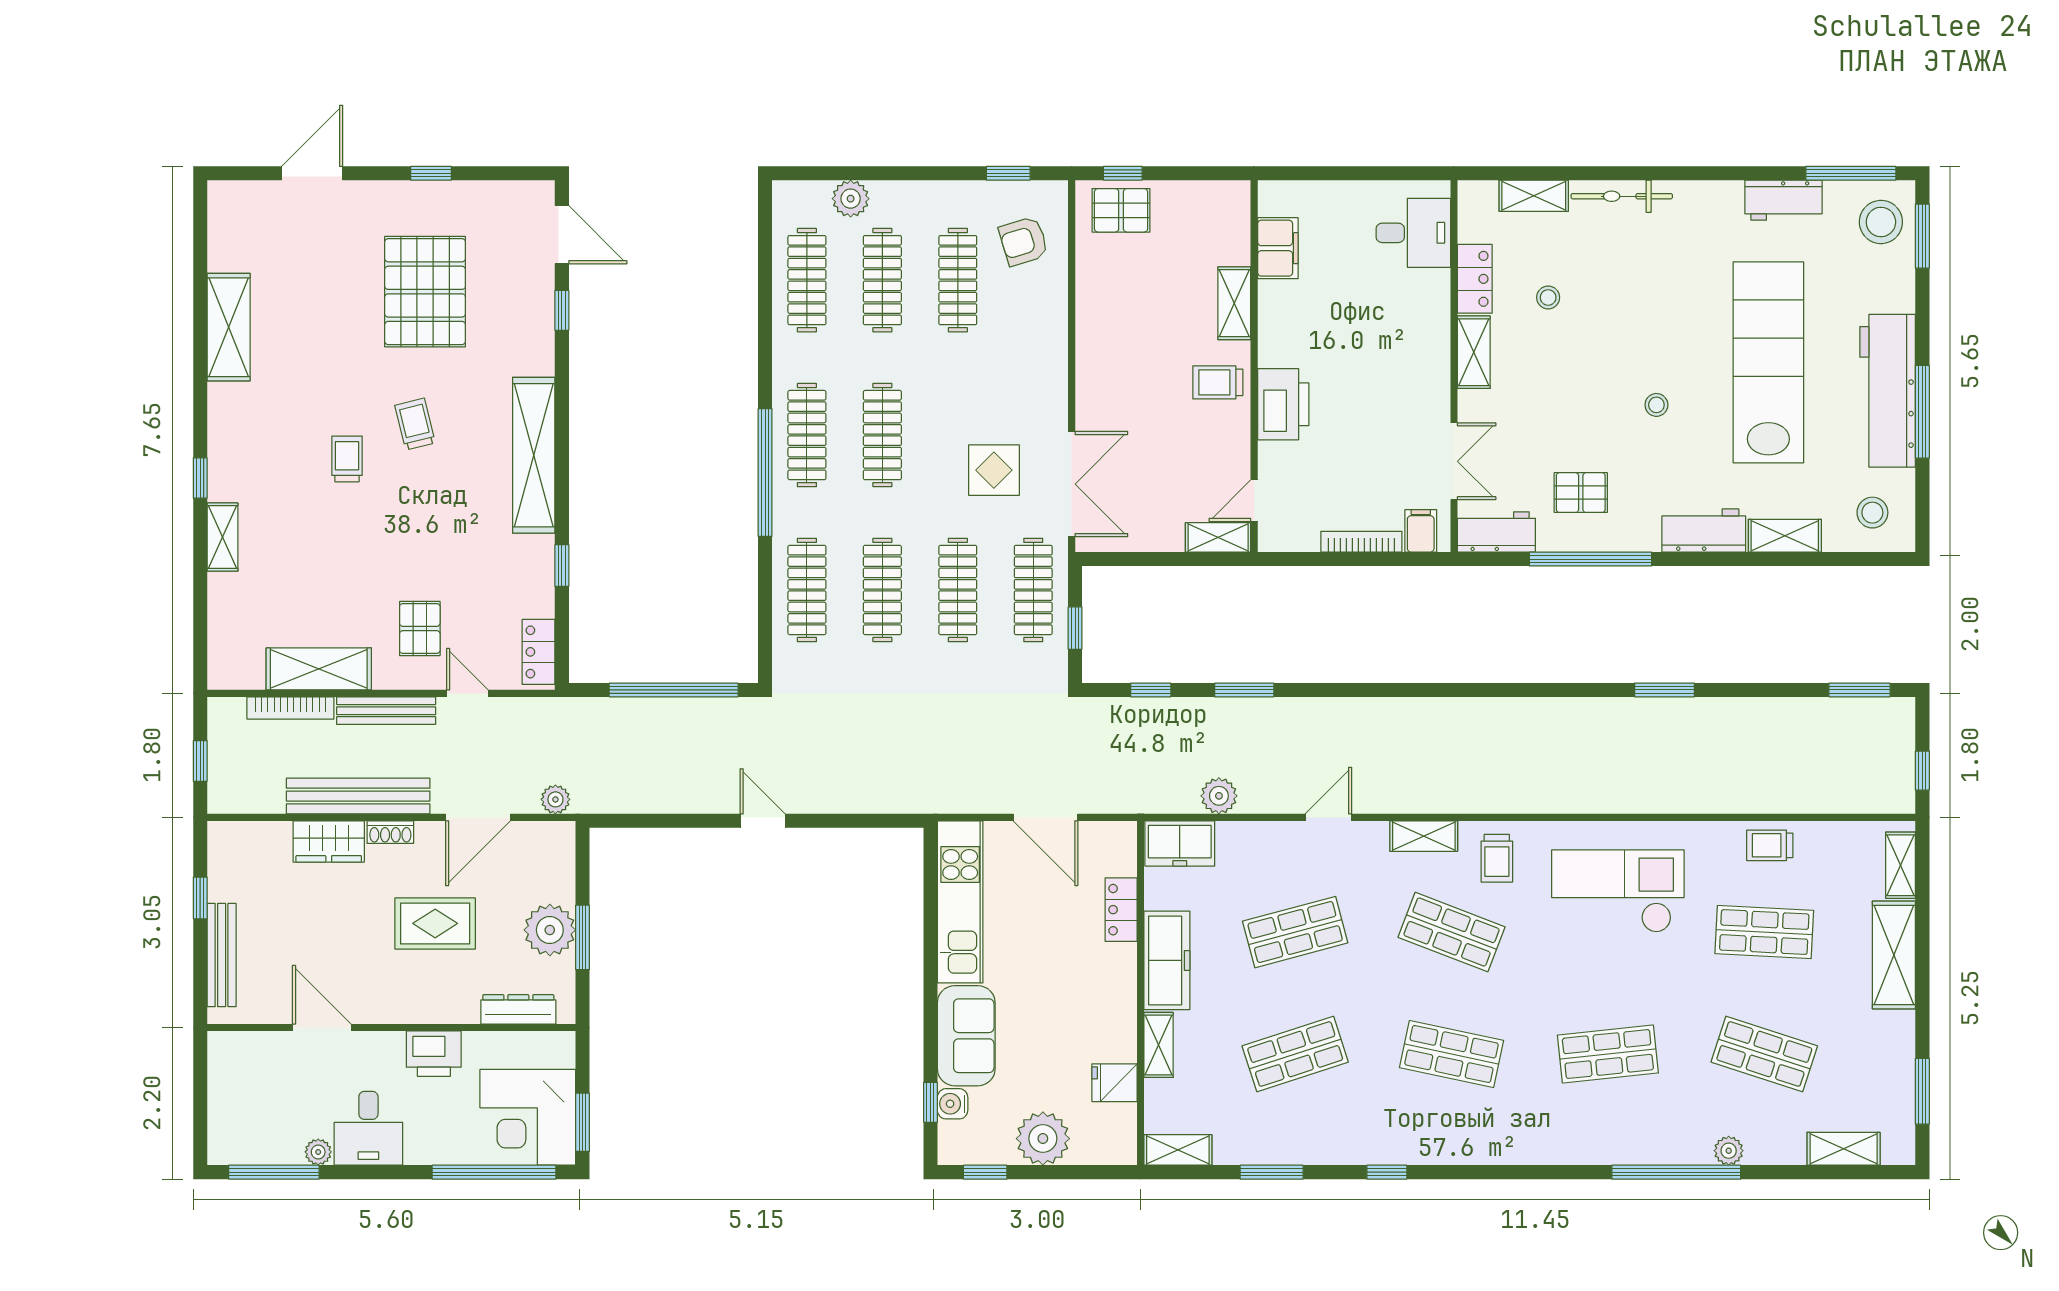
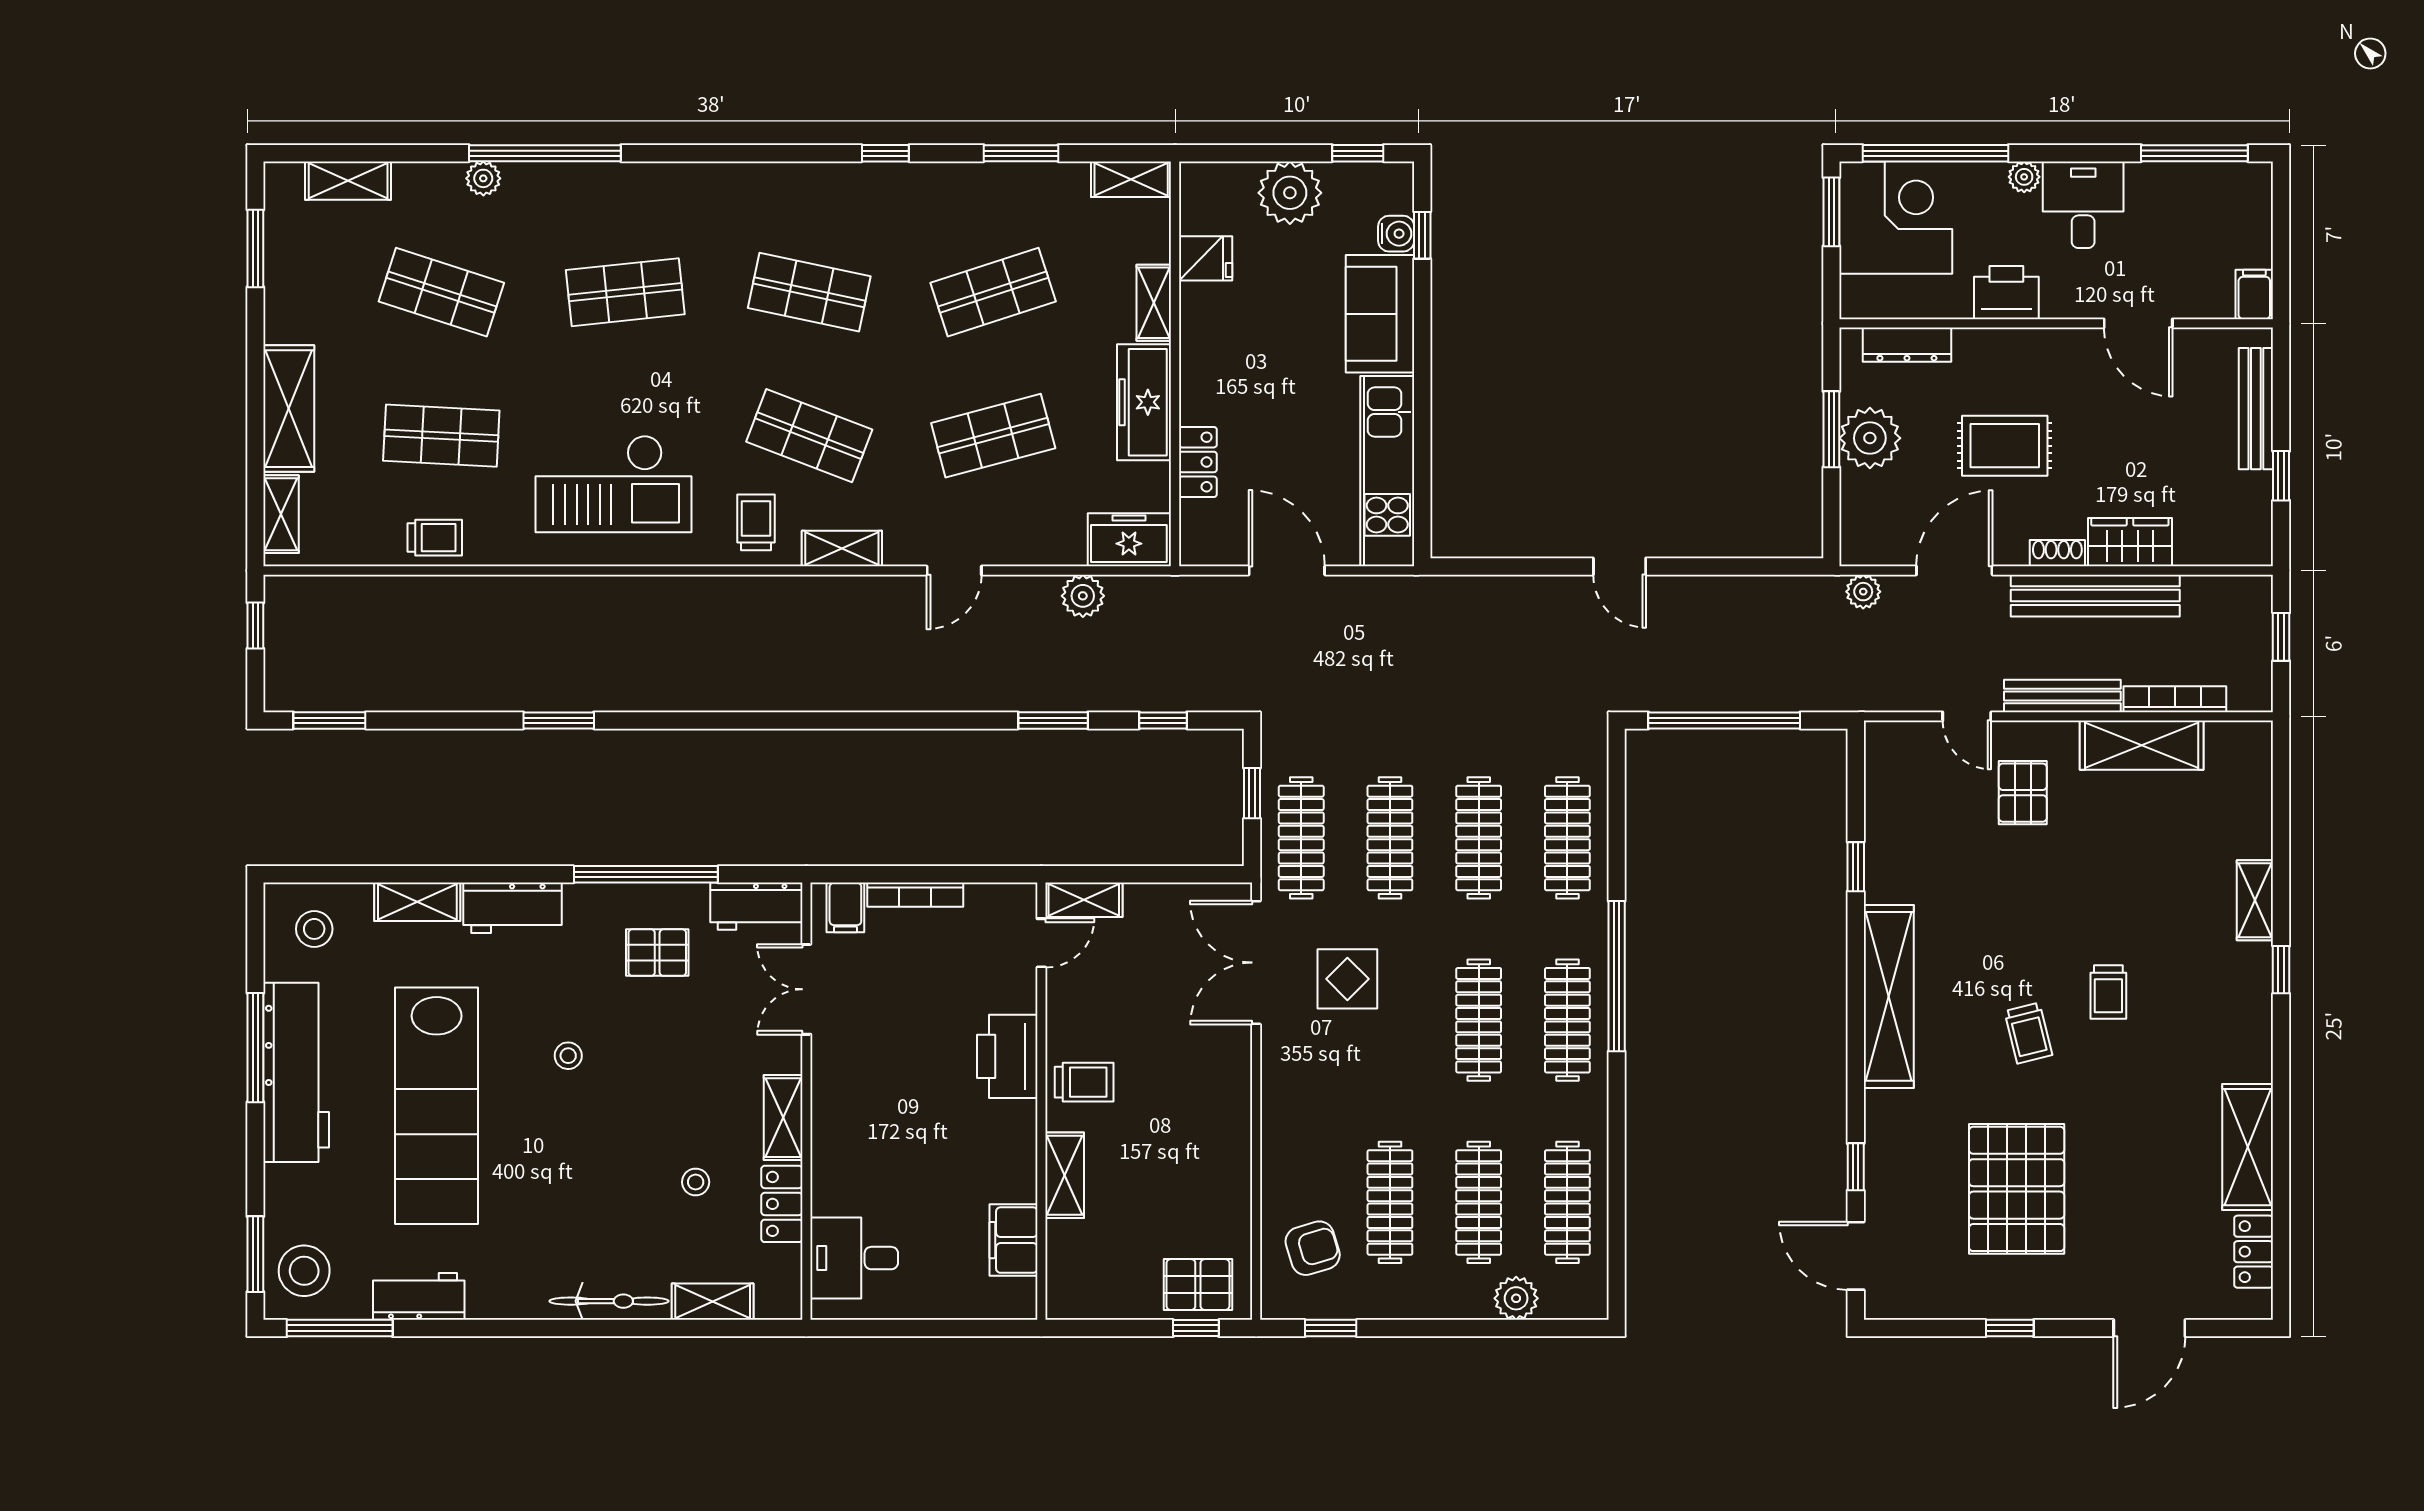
locker: (539, 652) -> (2254, 1252), moved, turned 180
filing cabinet: (223, 1052) -> (2254, 294), added
plant: (318, 1152) -> (2024, 177), moved

